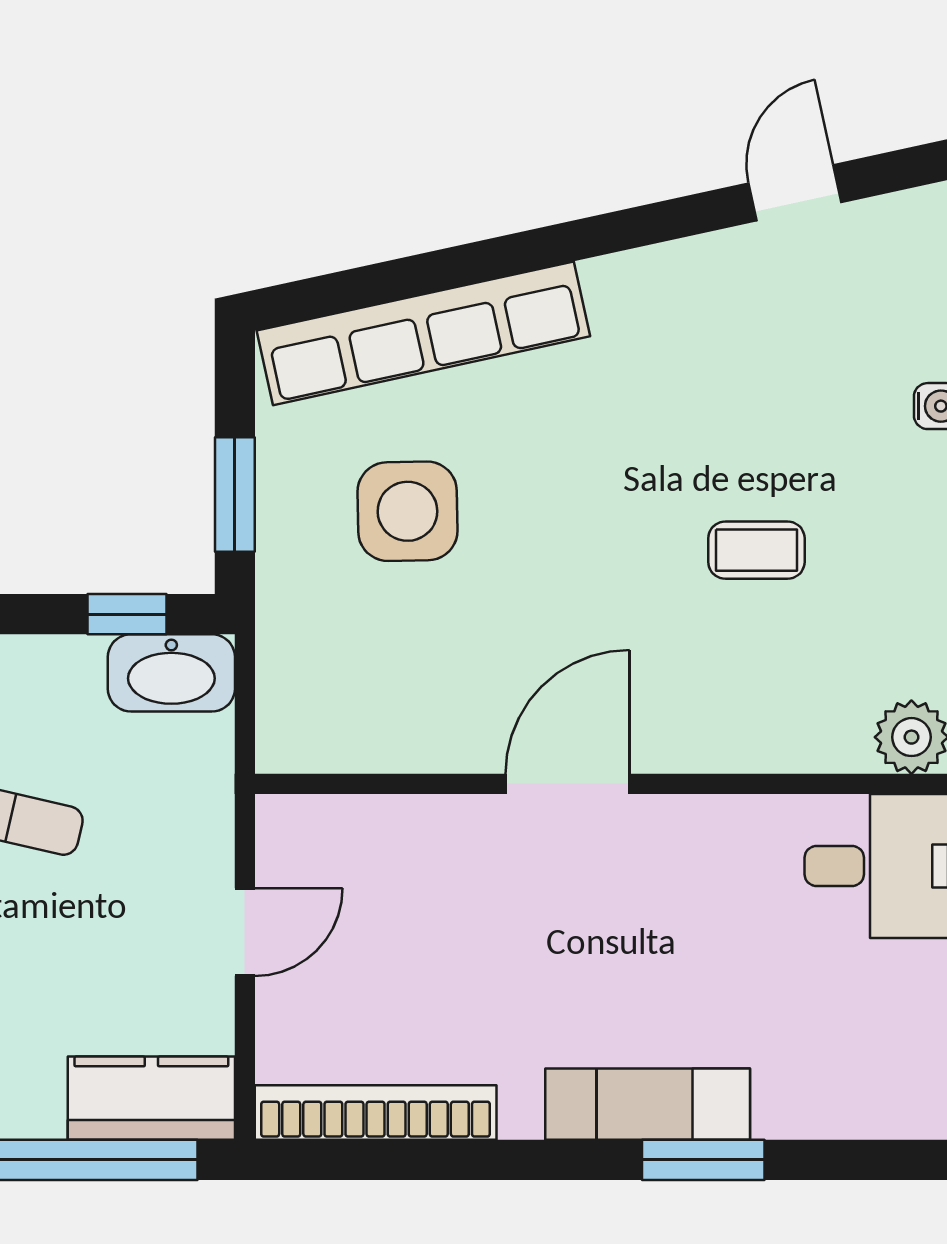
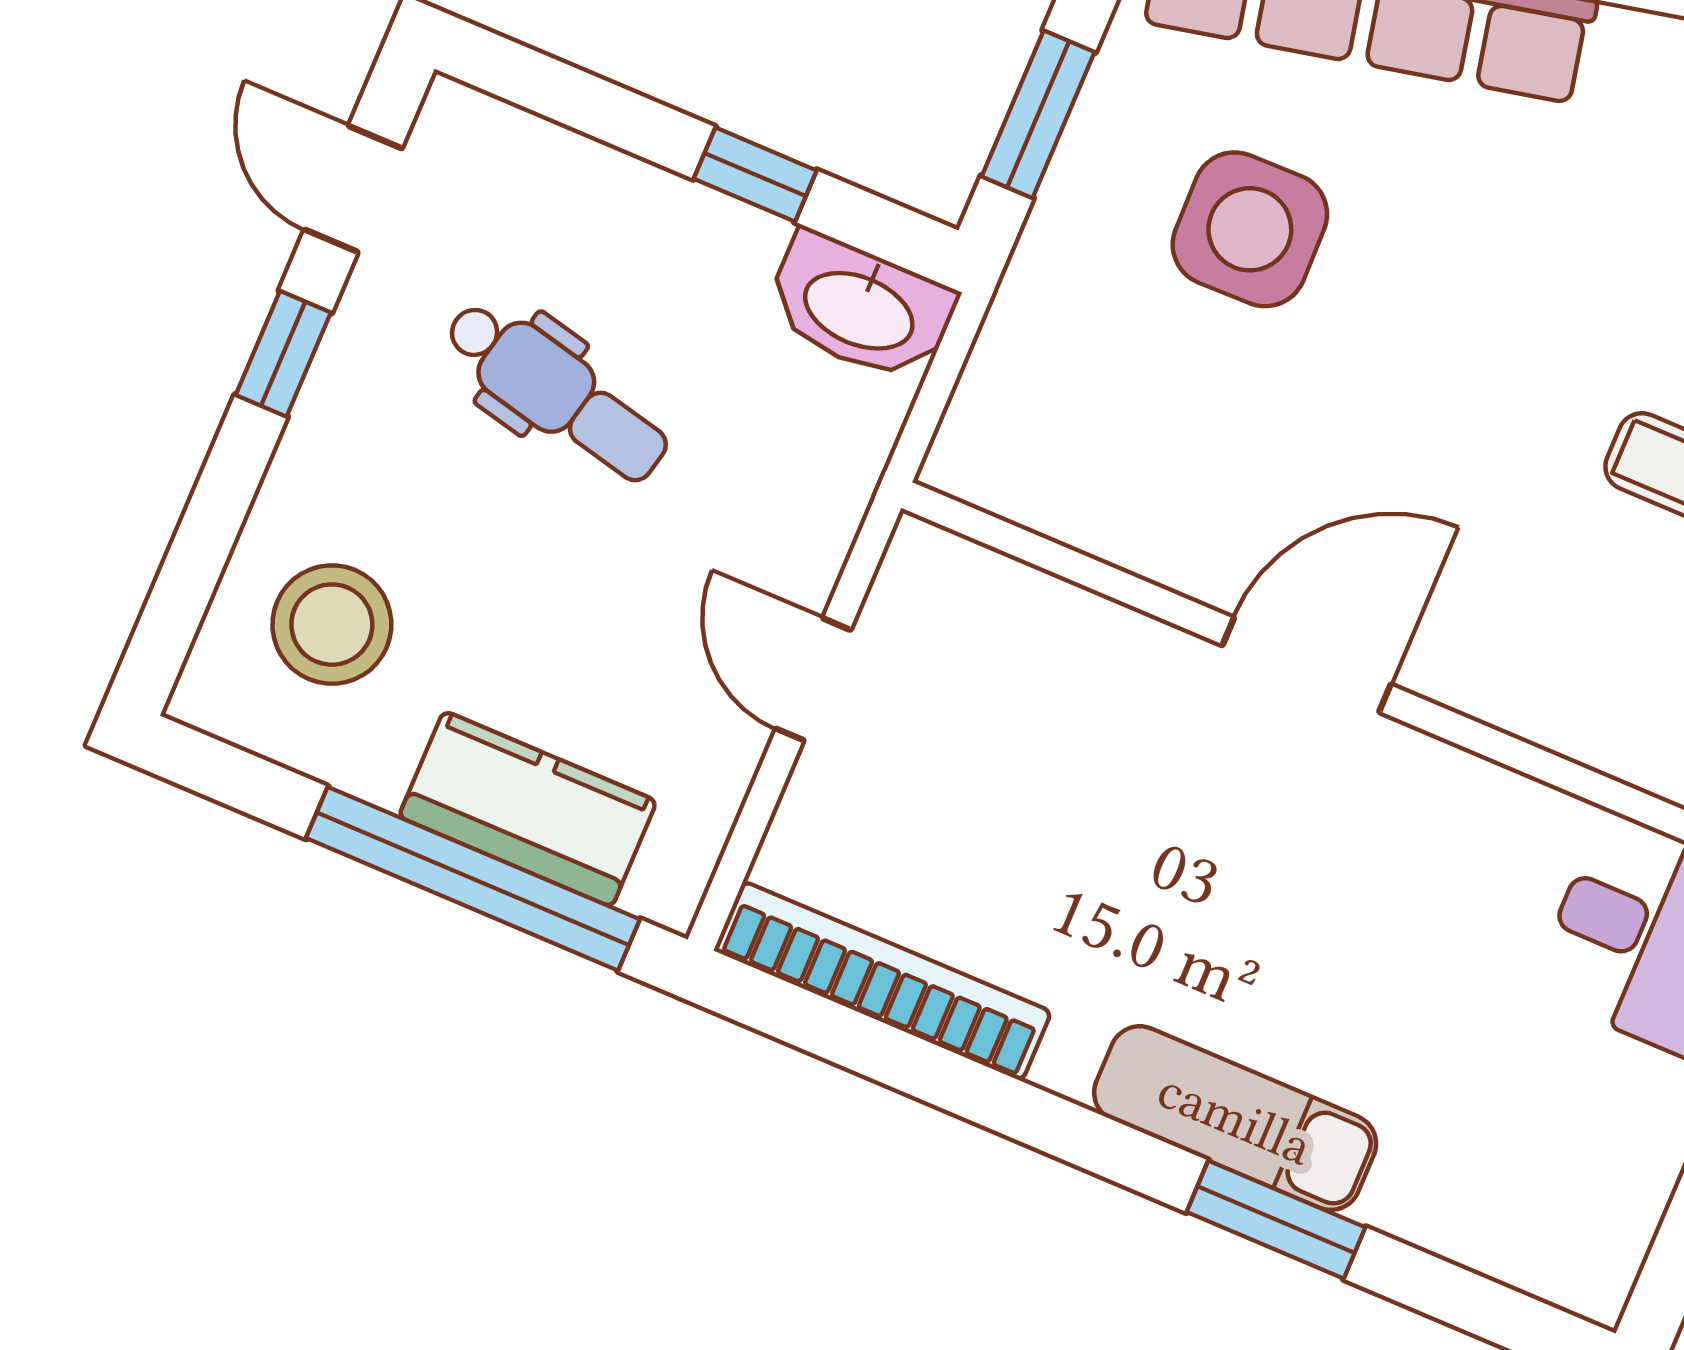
window: (127, 614) -> (755, 175), moved
door: (245, 932) -> (813, 679), swing flipped
kitchen counter: (151, 1098) -> (528, 809), moved

